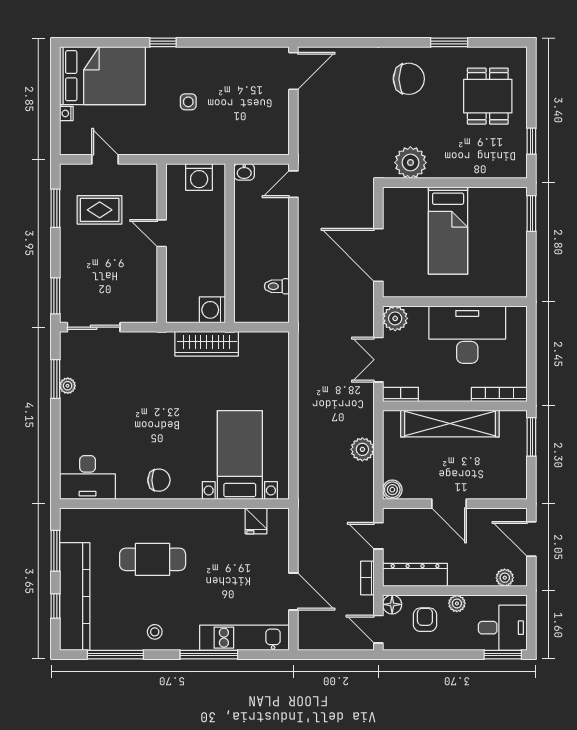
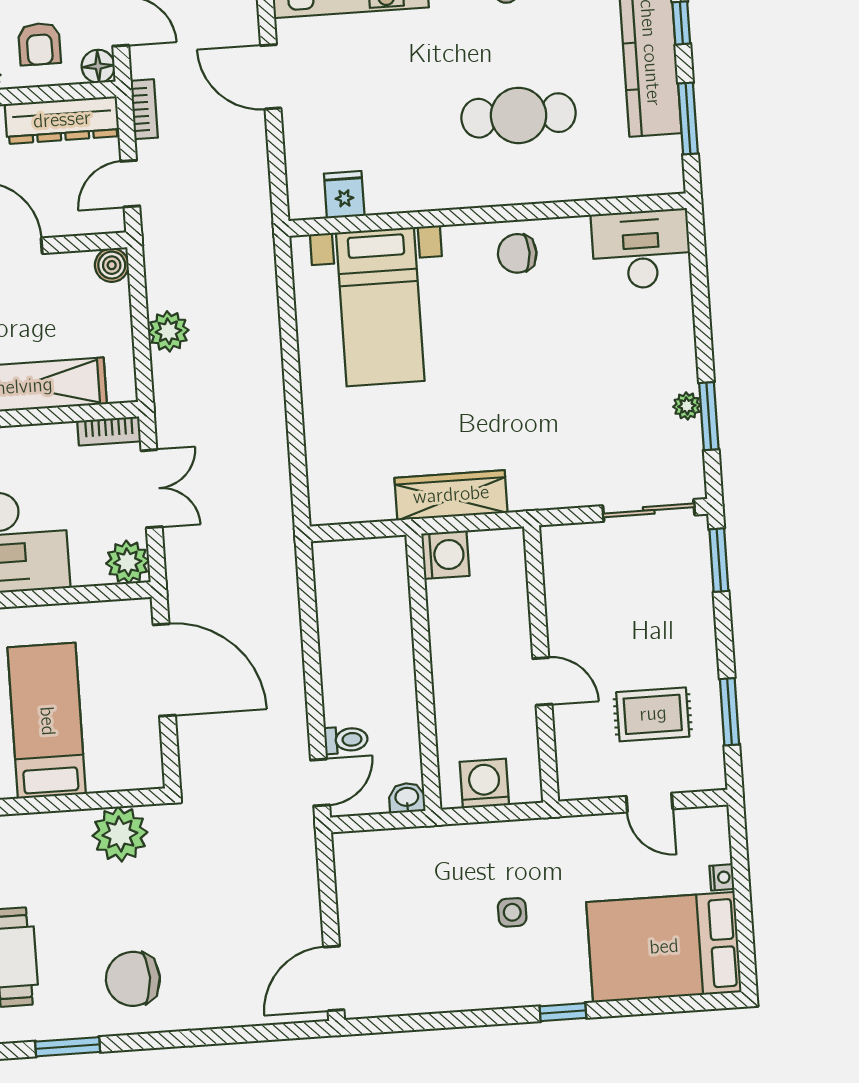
toilet: (277, 286) -> (346, 740), moved
door: (378, 536) -> (130, 184), swing flipped

